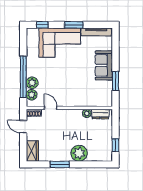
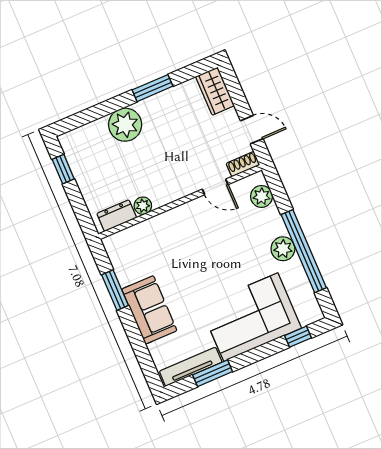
window: (74, 25) -> (213, 373), moved
window: (23, 77) -> (304, 251), moved
plant: (32, 83) -> (283, 249), moved

